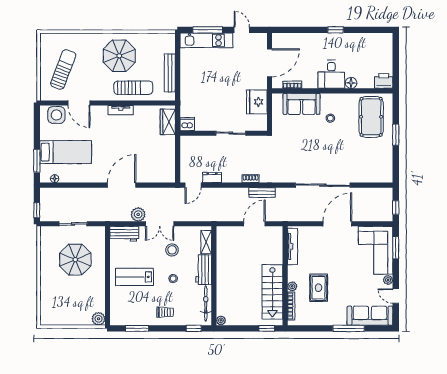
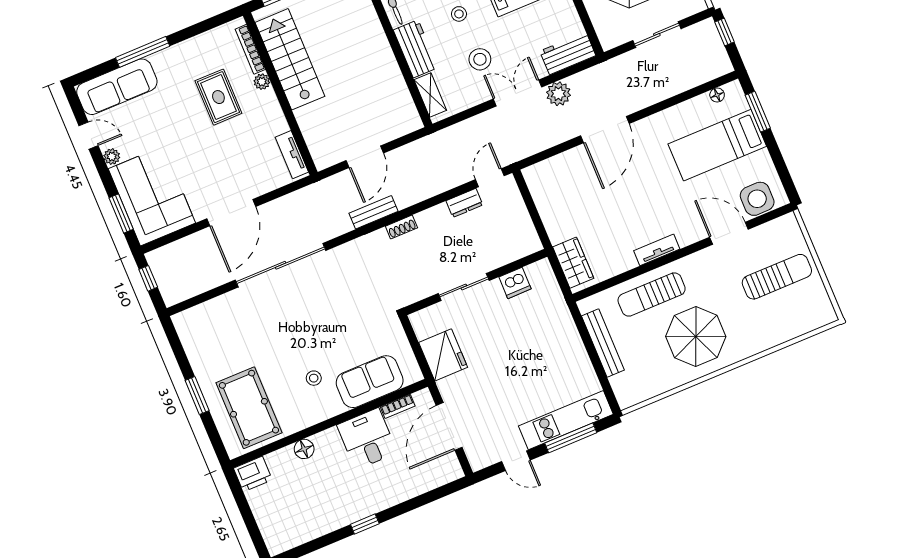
sun lounger: (63, 69) -> (777, 277), turned -111
desk: (331, 74) -> (367, 439), moved
dishwasher: (187, 124) -> (515, 283), moved
tv unit: (293, 246) -> (292, 155), width x0.71

